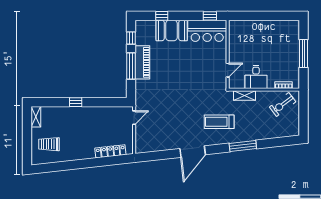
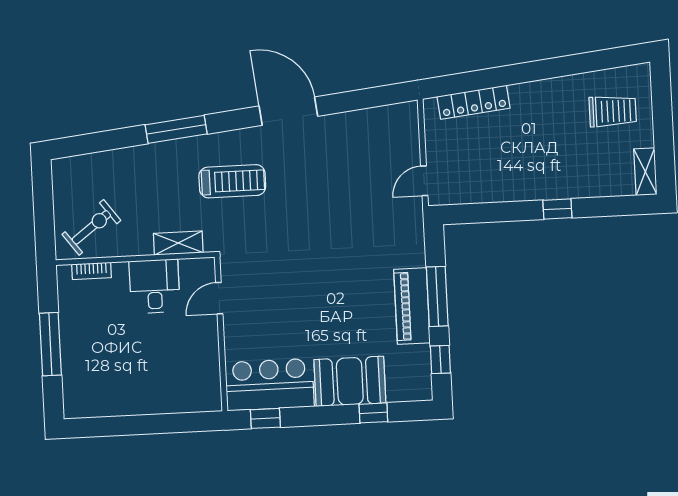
door: (193, 152) -> (288, 111), hinge flipped

